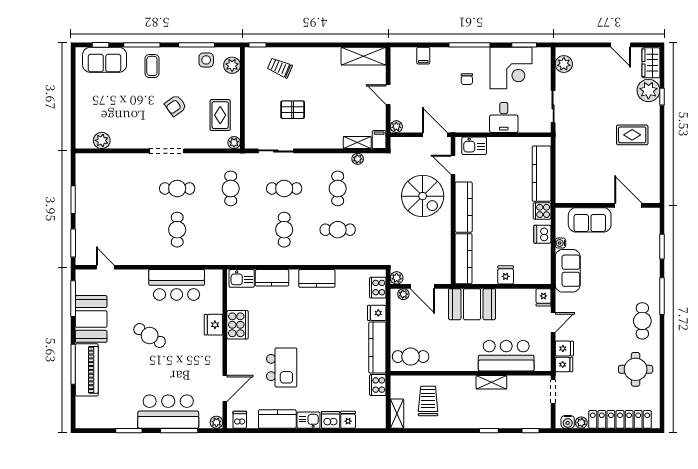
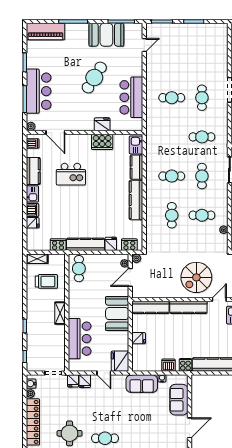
kitchen counter: (317, 278) -> (136, 200), width x1.50
fridge: (543, 297) -> (120, 361), width x1.88, depth x1.34
cafe table: (150, 335) -> (94, 78), width x1.37, depth x1.35
piano: (87, 370) -> (45, 32), moved
shelving: (491, 382) -> (60, 313), moved

